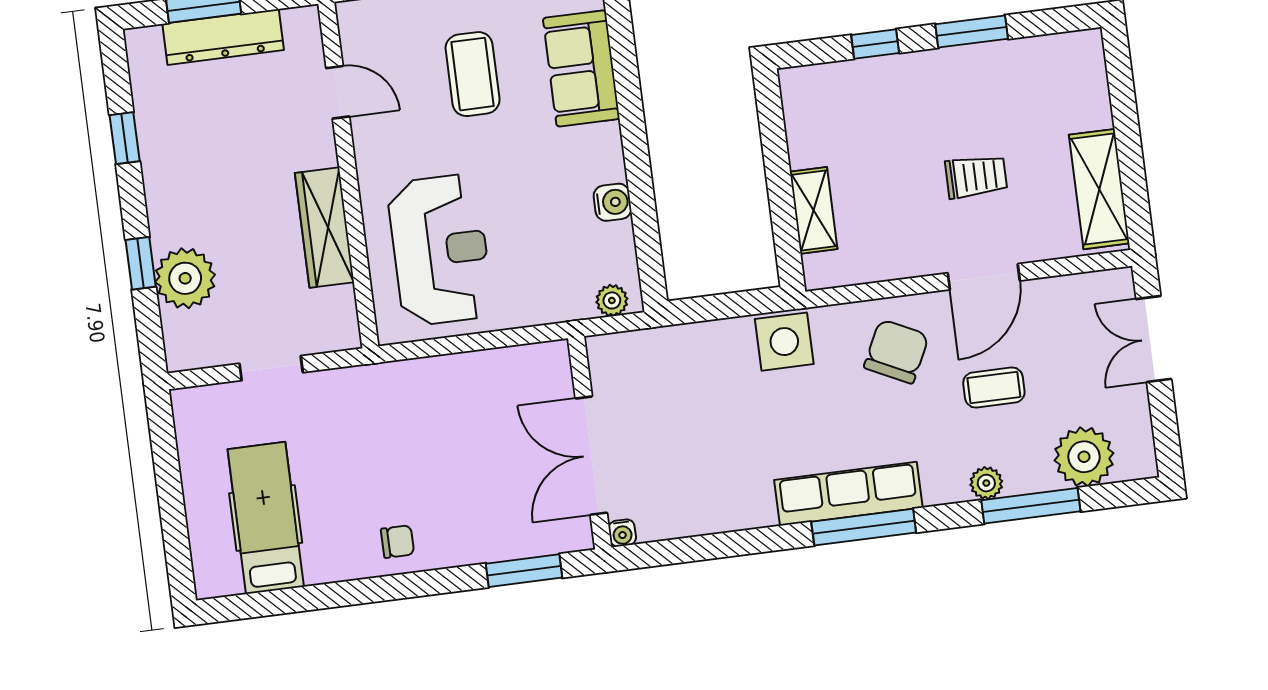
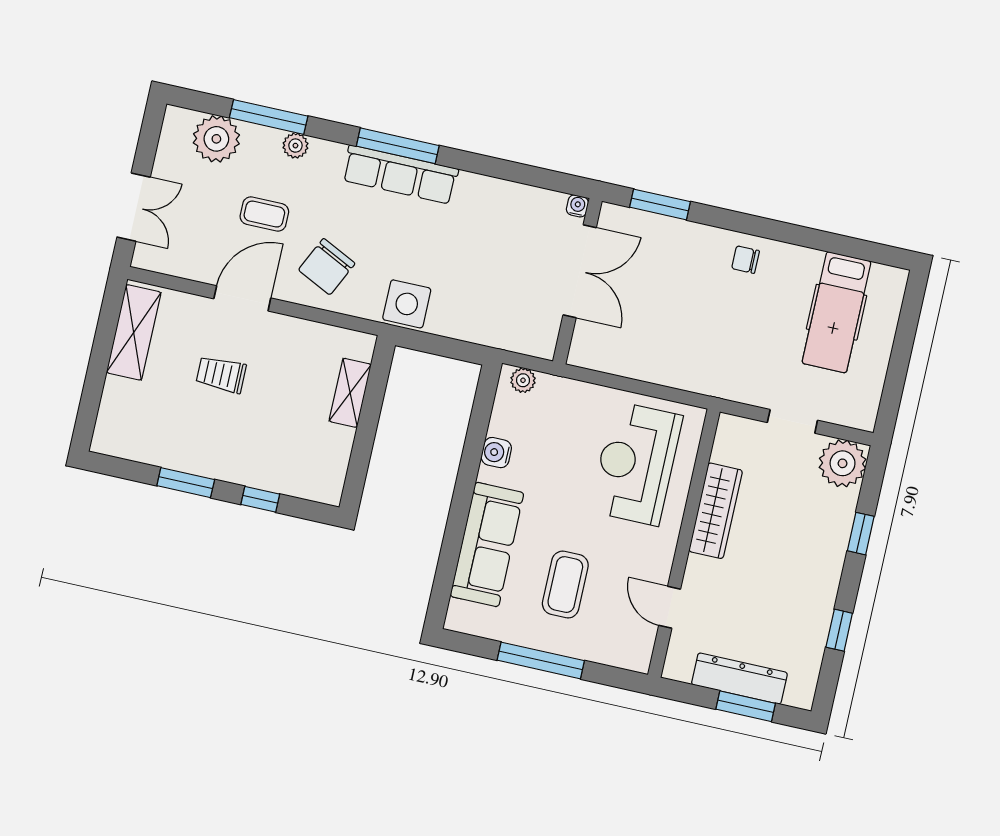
sofa: (581, 68) -> (487, 545), width x1.36
plant: (185, 278) -> (843, 463), moved

